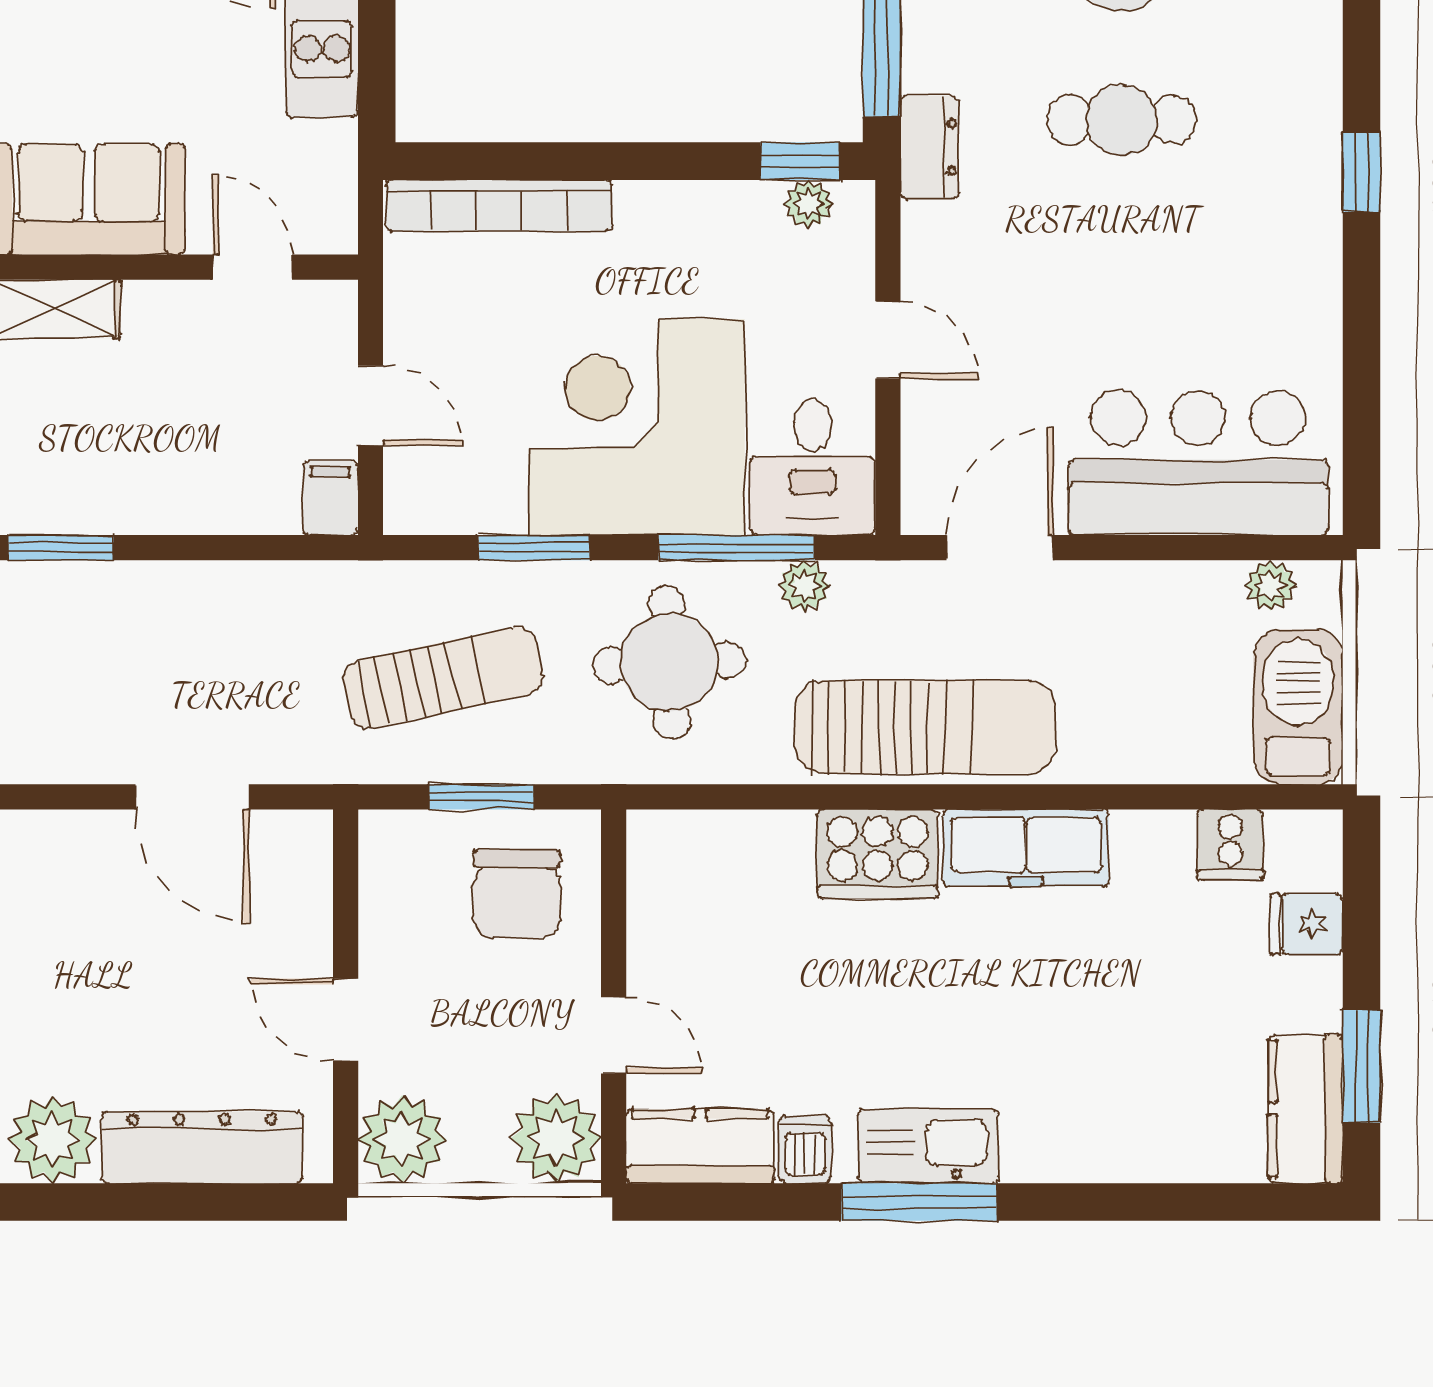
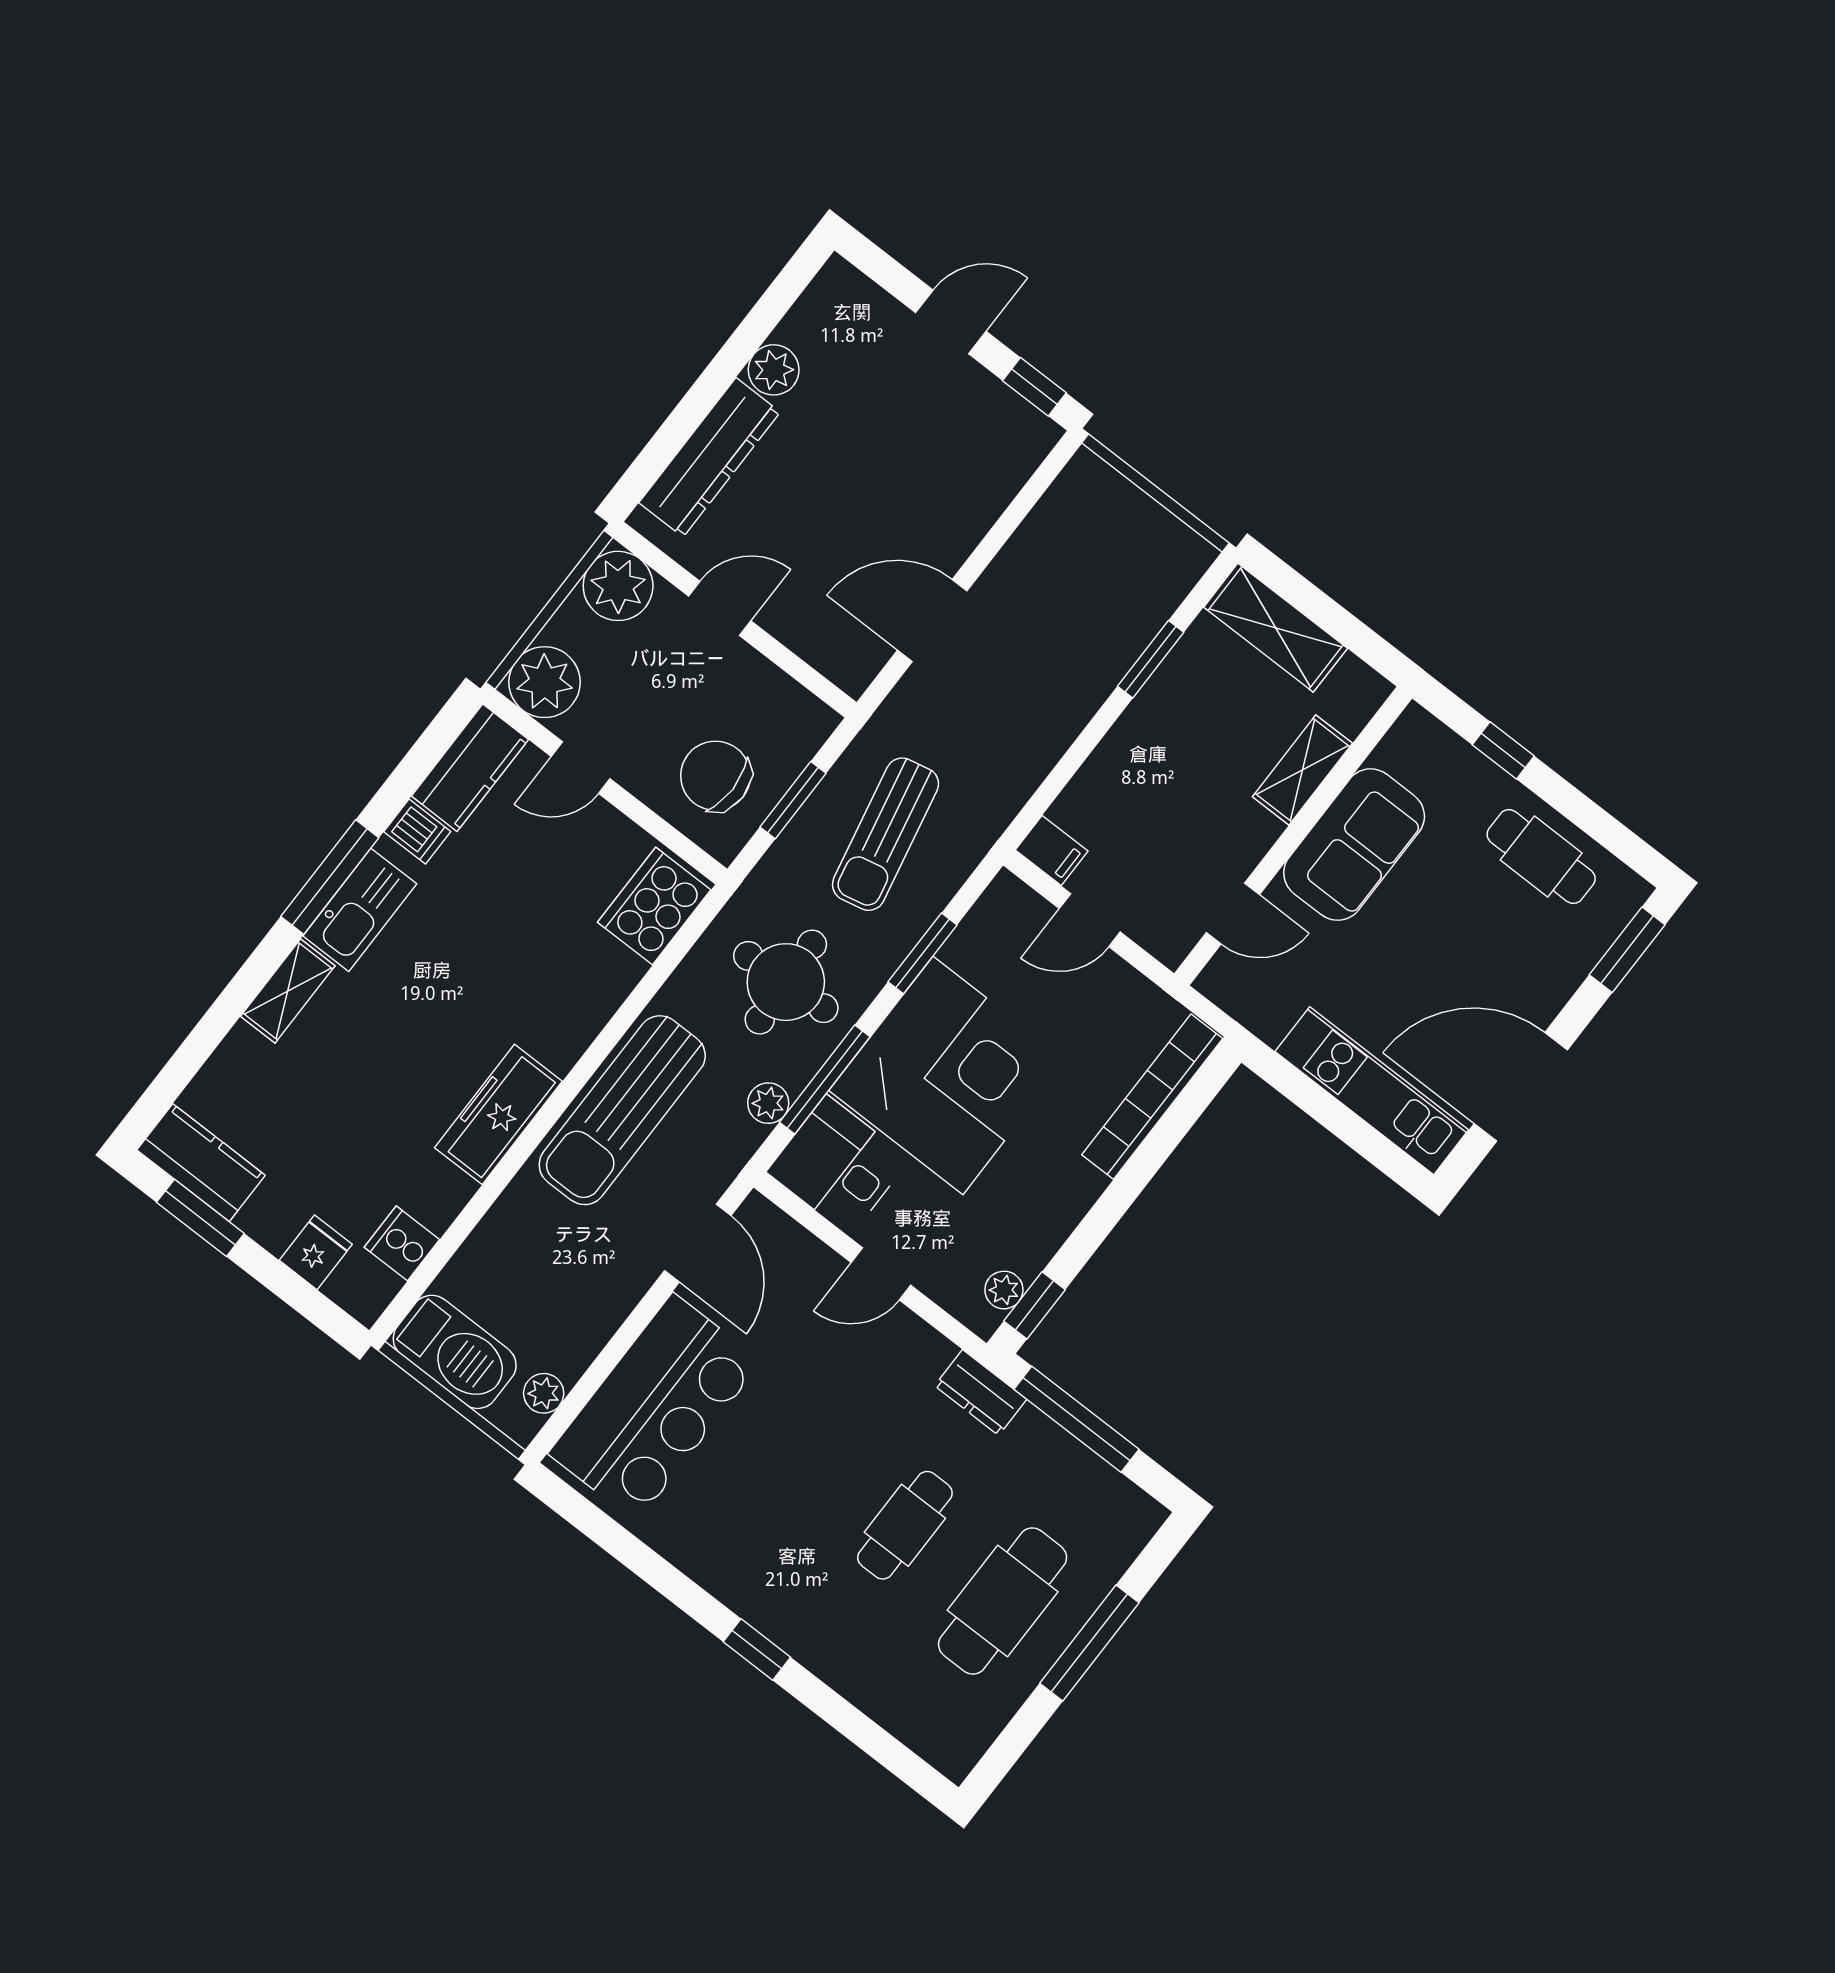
cooker: (878, 854) -> (654, 906), moved
plant: (53, 1140) -> (774, 370), width x0.73, depth x0.73
shelving: (1066, 1155) -> (288, 991), added

